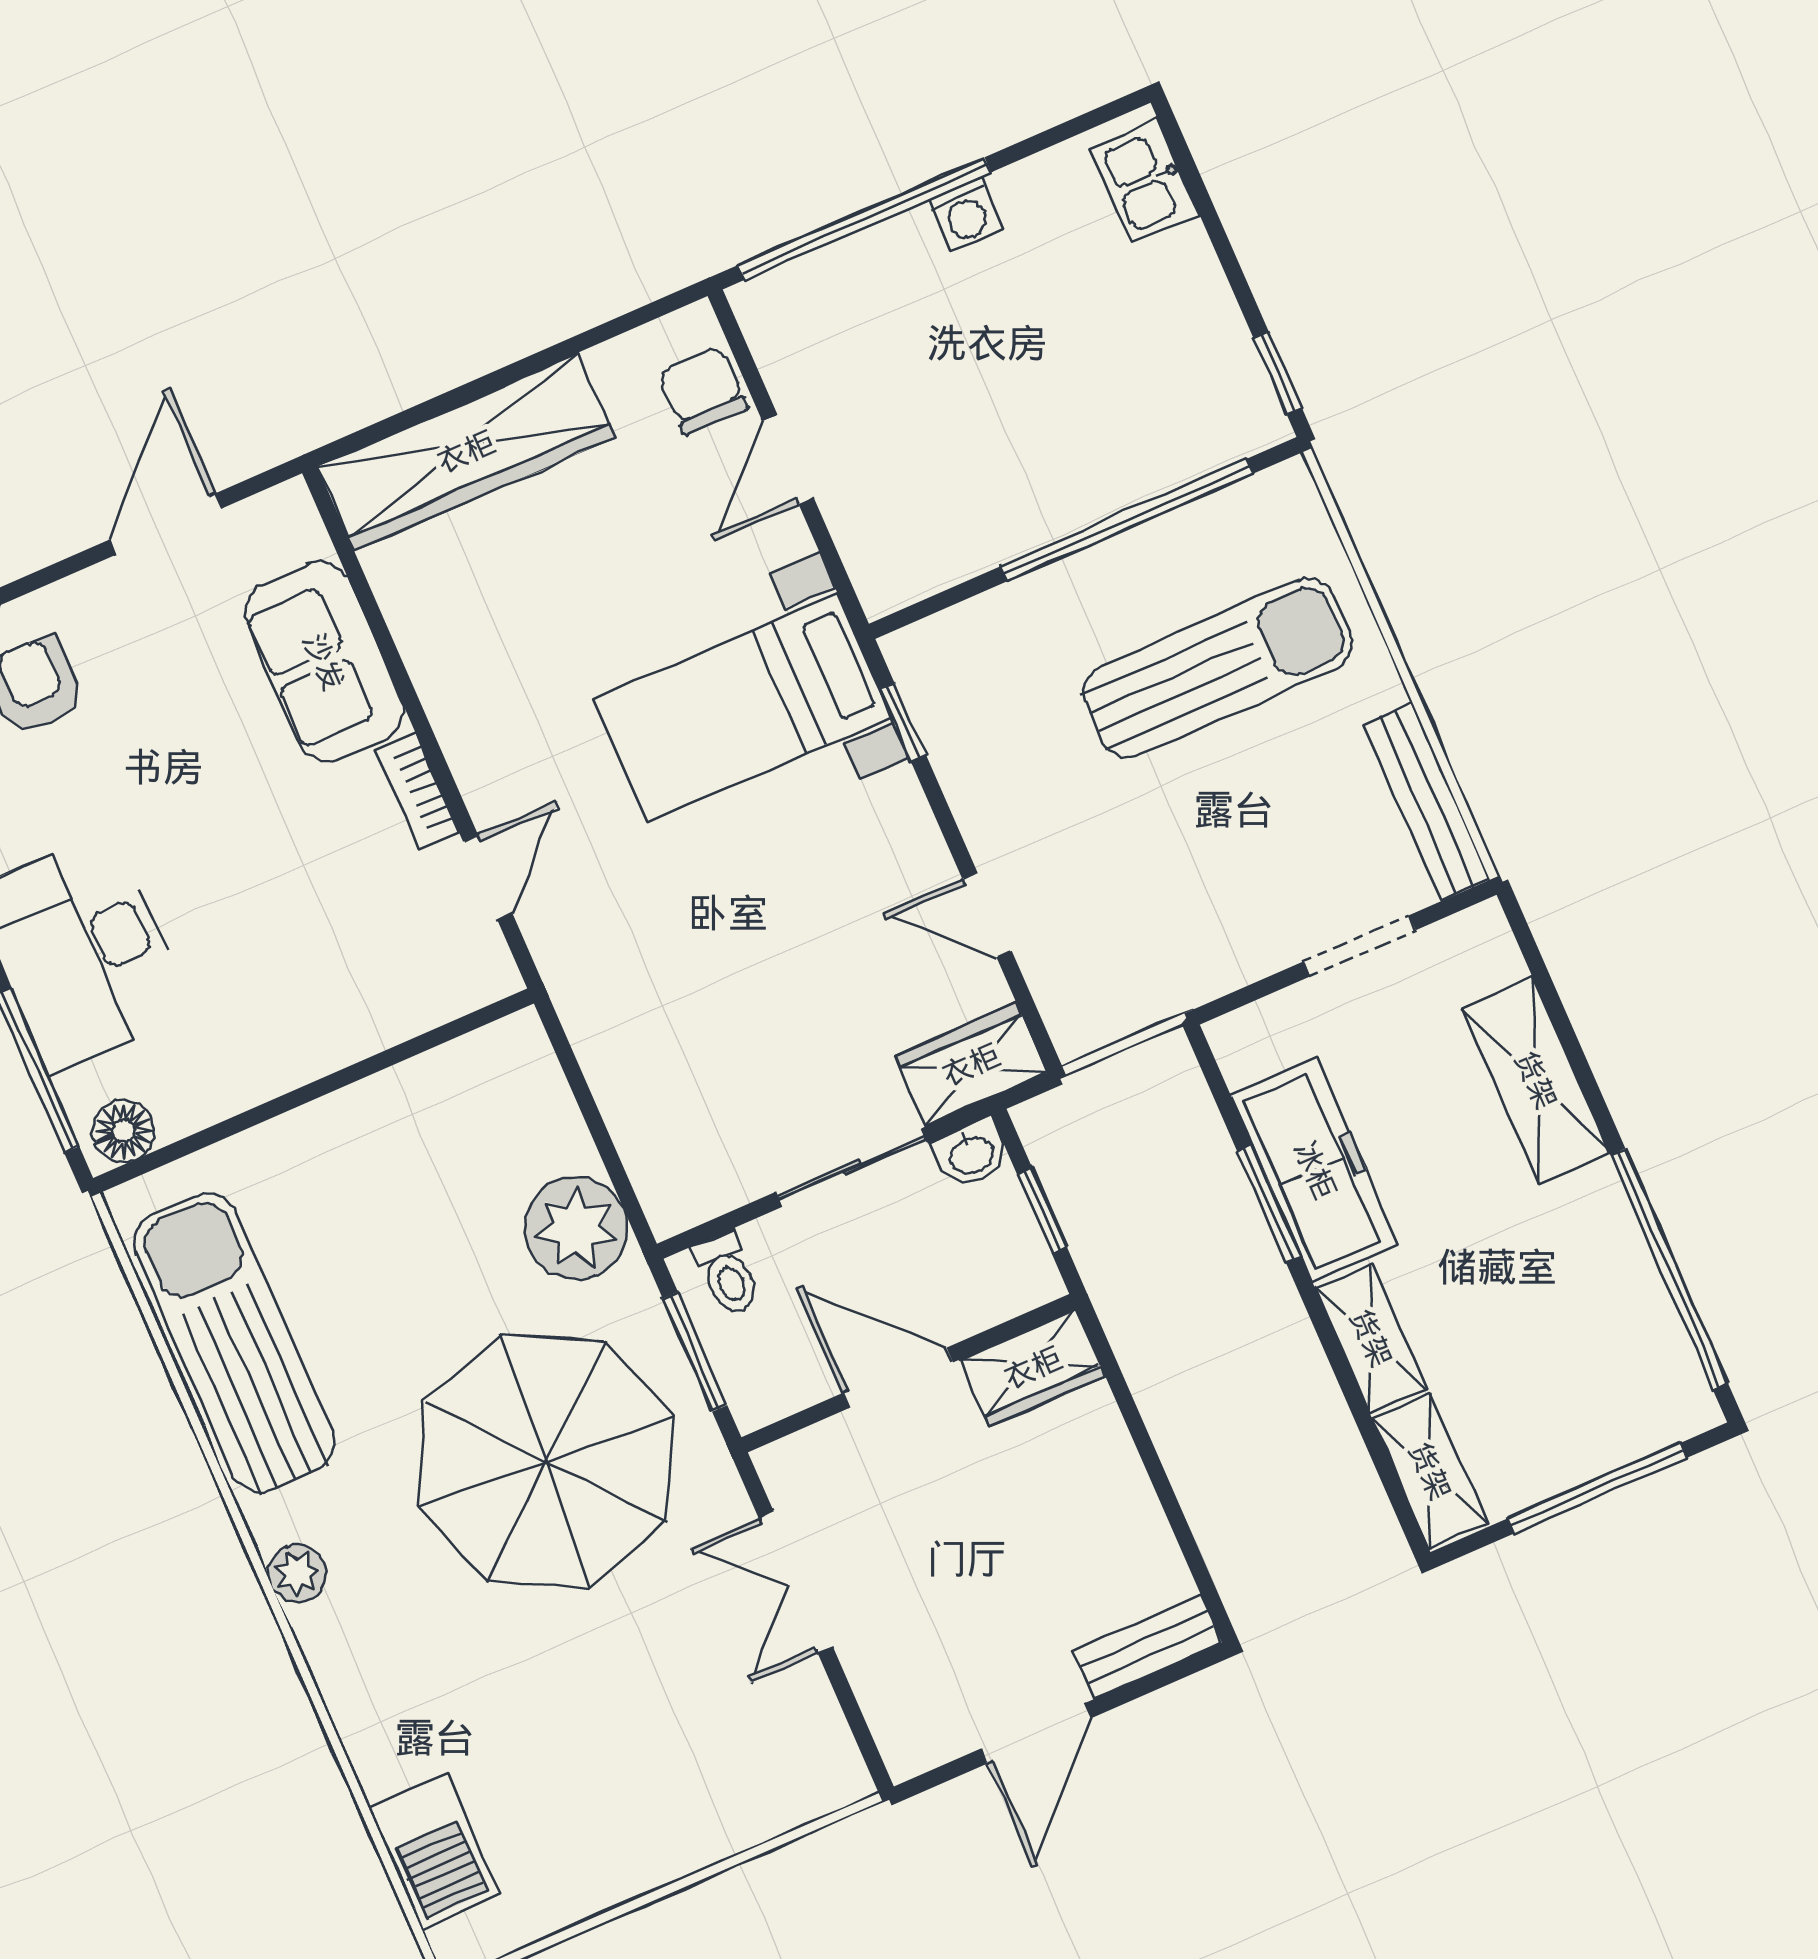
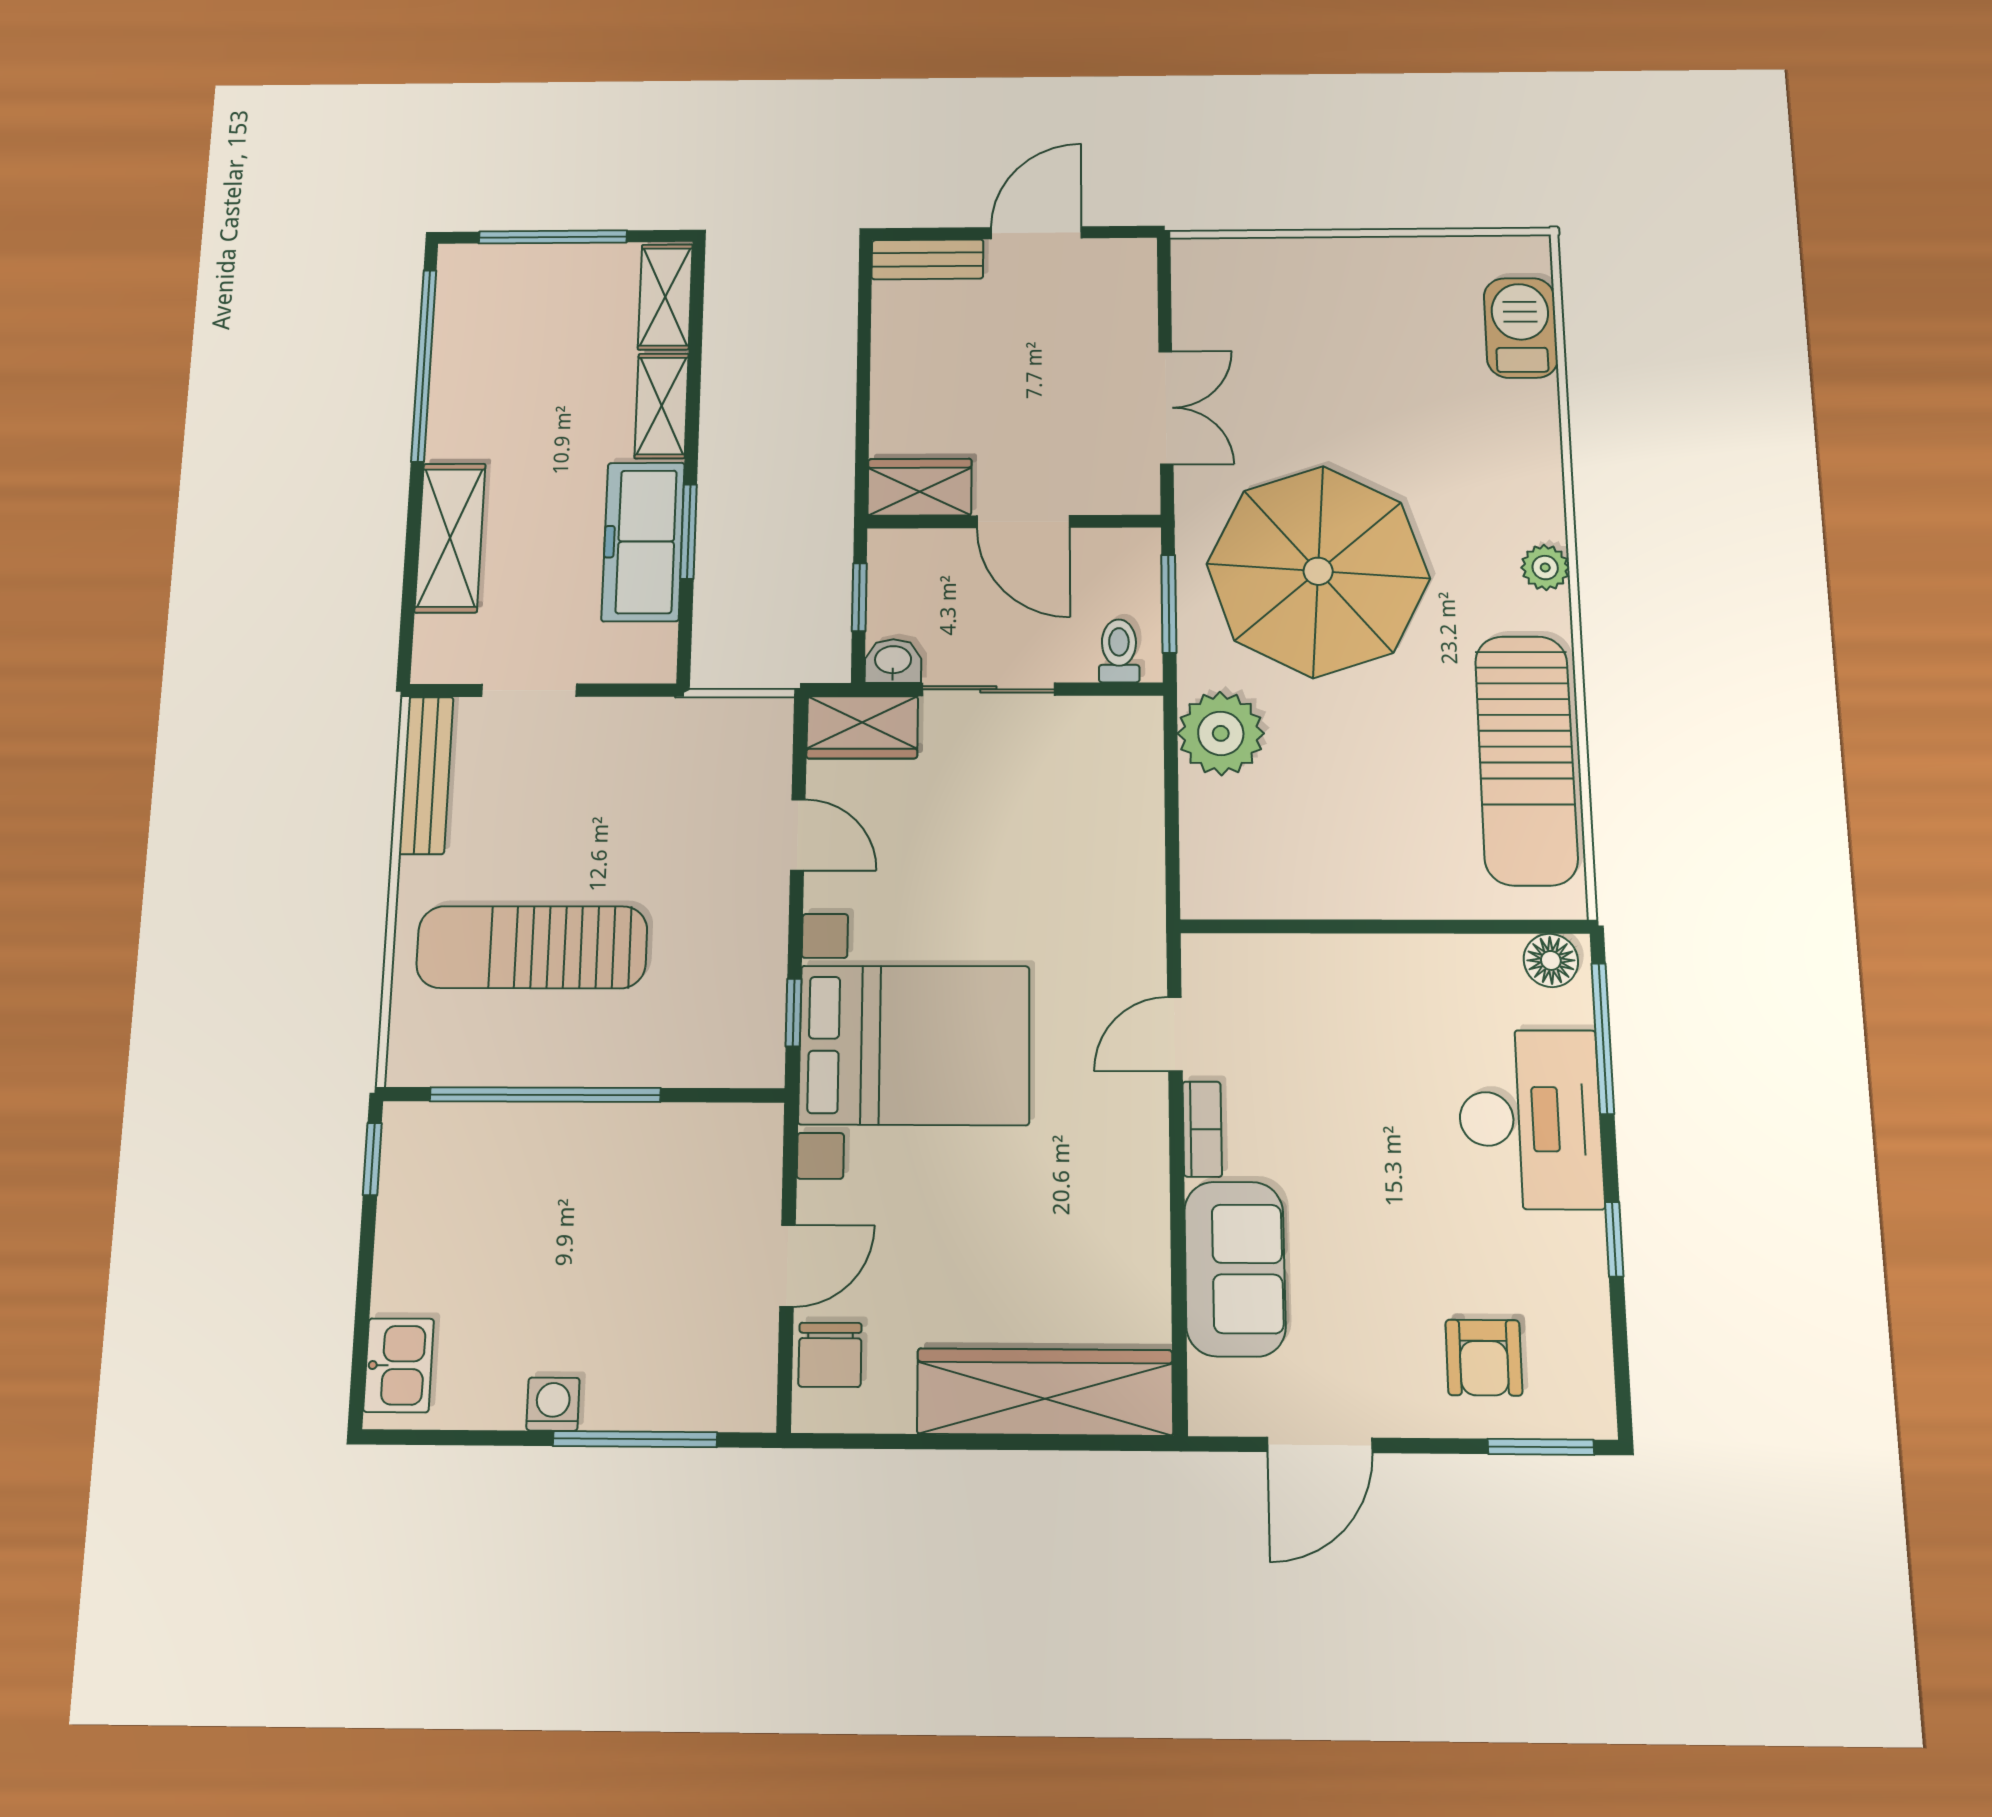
window: (864, 219) -> (635, 1439), width x0.68
bed with nightstands: (742, 708) -> (914, 1045), width x1.36

